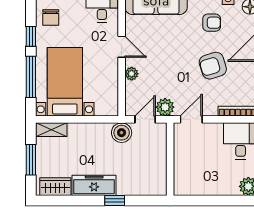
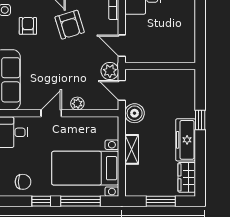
shelving: (51, 130) -> (132, 149), moved

